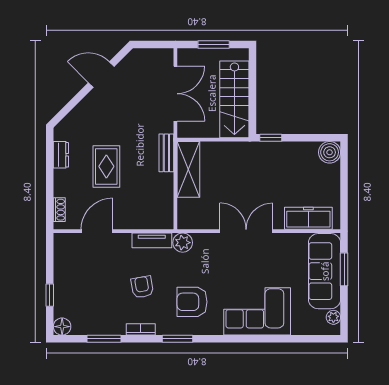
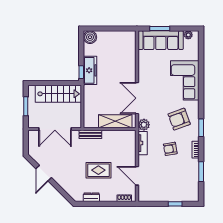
double door: (175, 94) -> (55, 129), swing flipped
shelving: (188, 169) -> (115, 121), moved
freezer: (308, 218) -> (90, 70), moved, turned 180
double door: (246, 231) -> (137, 98), moved
armchair: (192, 302) -> (179, 119), turned 70
floor lamp: (62, 327) -> (194, 197), removed

